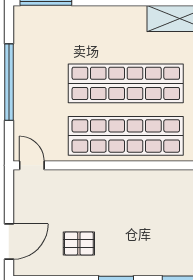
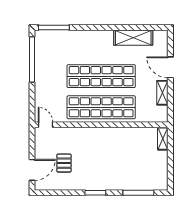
window: (9, 82) -> (32, 59), moved
pallet: (79, 243) -> (64, 163), moved, turned 90

